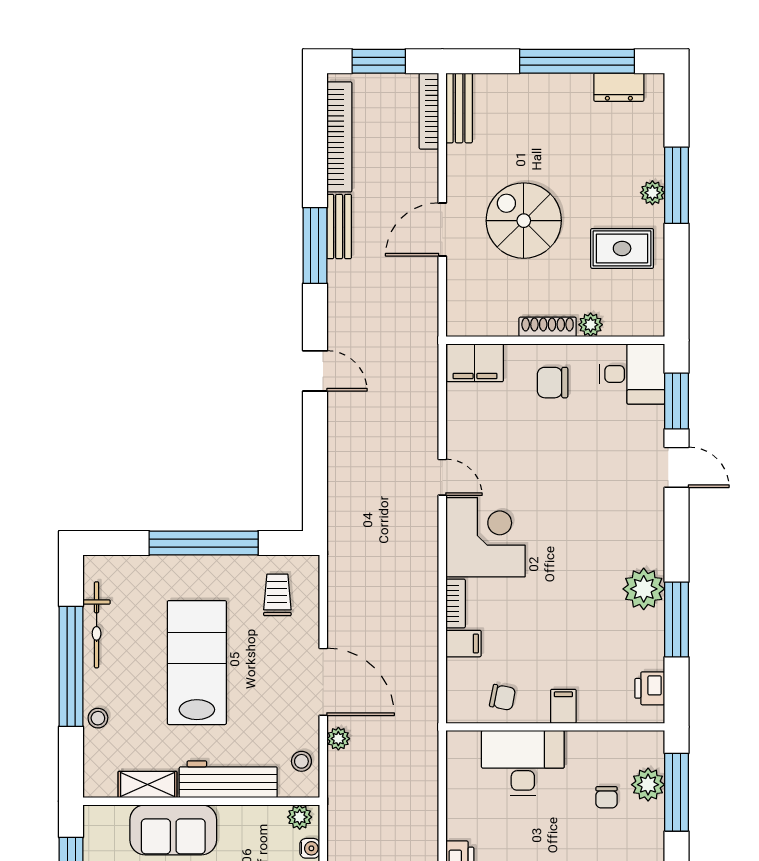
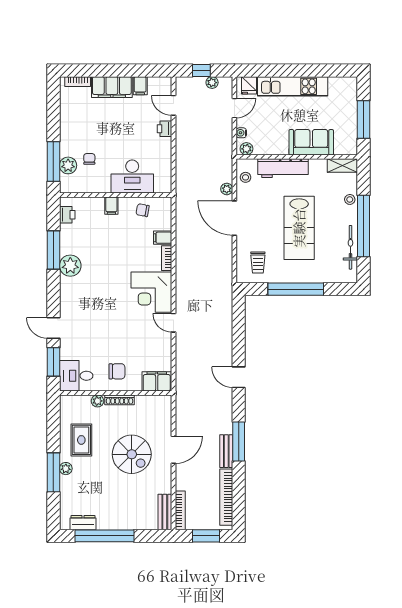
rug: (622, 248) -> (81, 440), turned 90
shelving: (148, 784) -> (342, 166), moved

